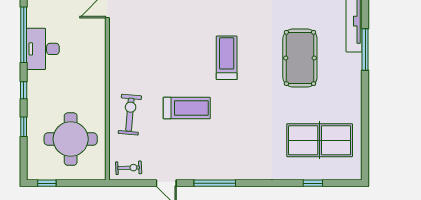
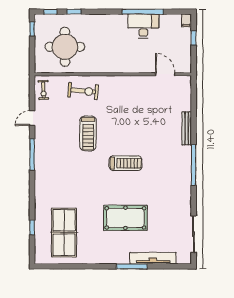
desk: (43, 49) -> (143, 26), moved
window: (24, 90) -> (50, 12), moved

